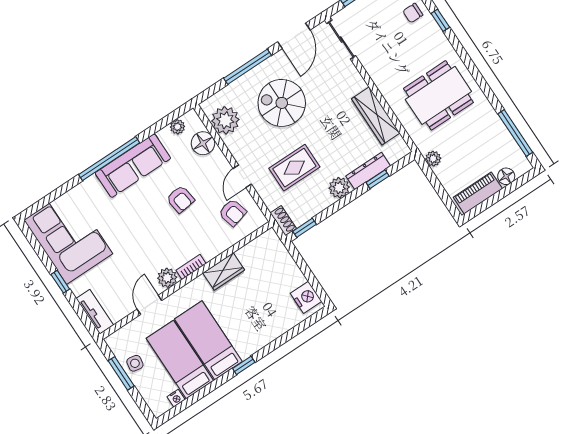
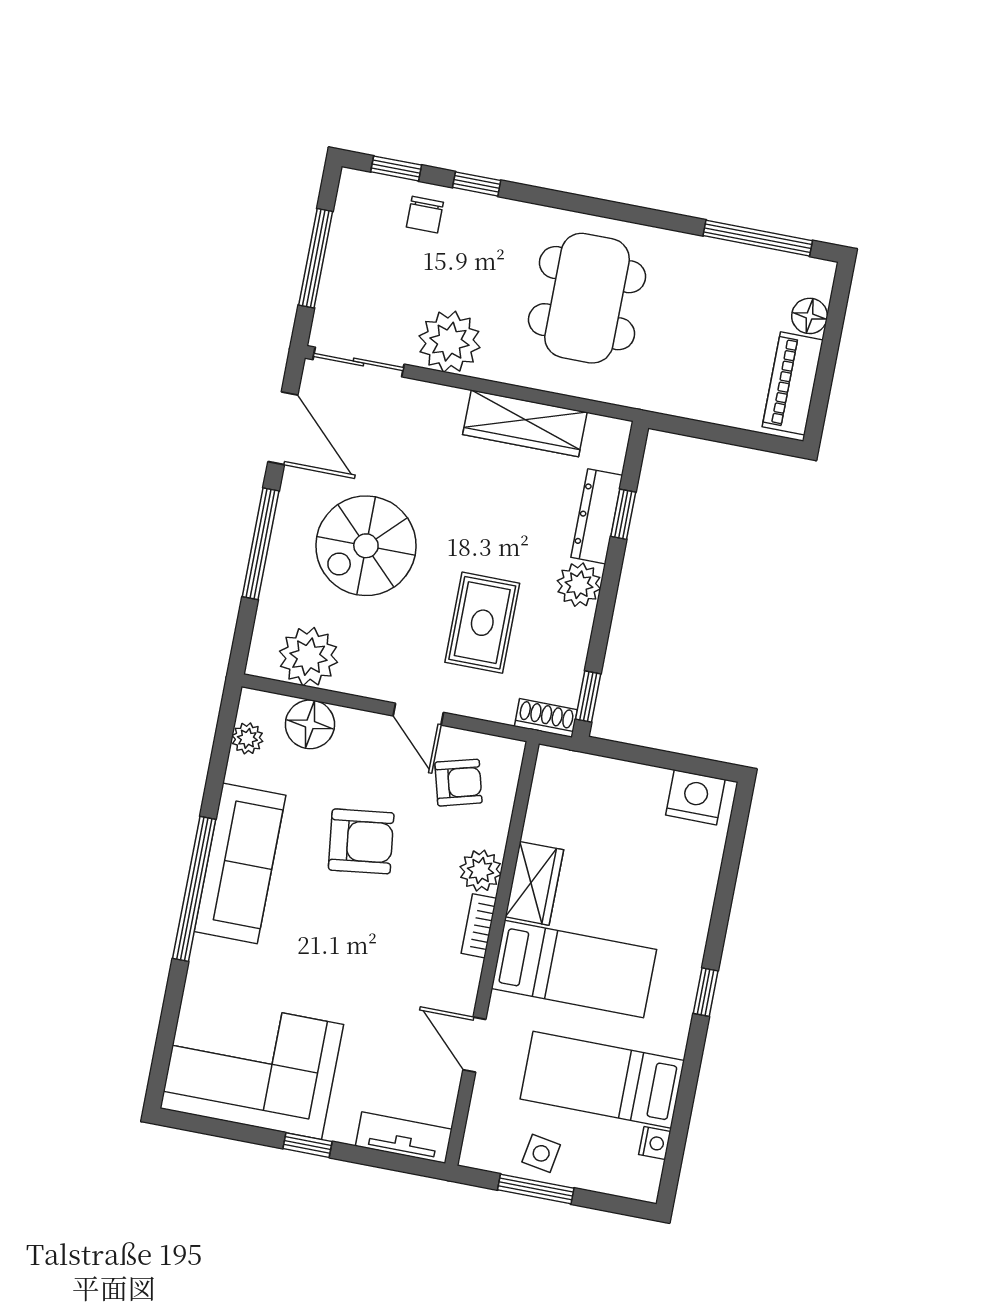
plant: (433, 159) -> (449, 342), moved, width x1.88, depth x1.88
armchair: (180, 199) -> (361, 841), width x1.38, depth x1.38
plant: (167, 278) -> (481, 871), moved
bed: (208, 340) -> (574, 969), moved, turned 180

